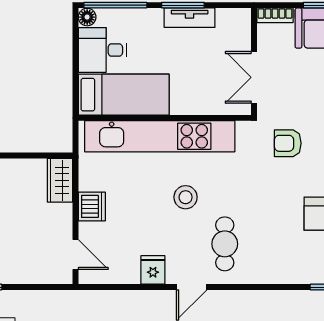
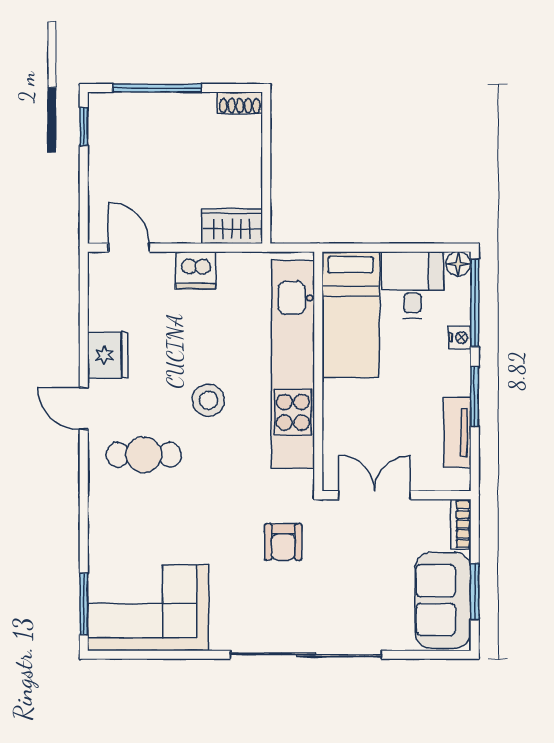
nightstand: (140, 16) -> (460, 338), added
tv unit: (190, 18) -> (457, 433), moved
armchair: (288, 143) -> (283, 542), turned 180
door: (75, 255) -> (129, 248), swing flipped
fridge: (153, 270) -> (108, 355), width x1.38

